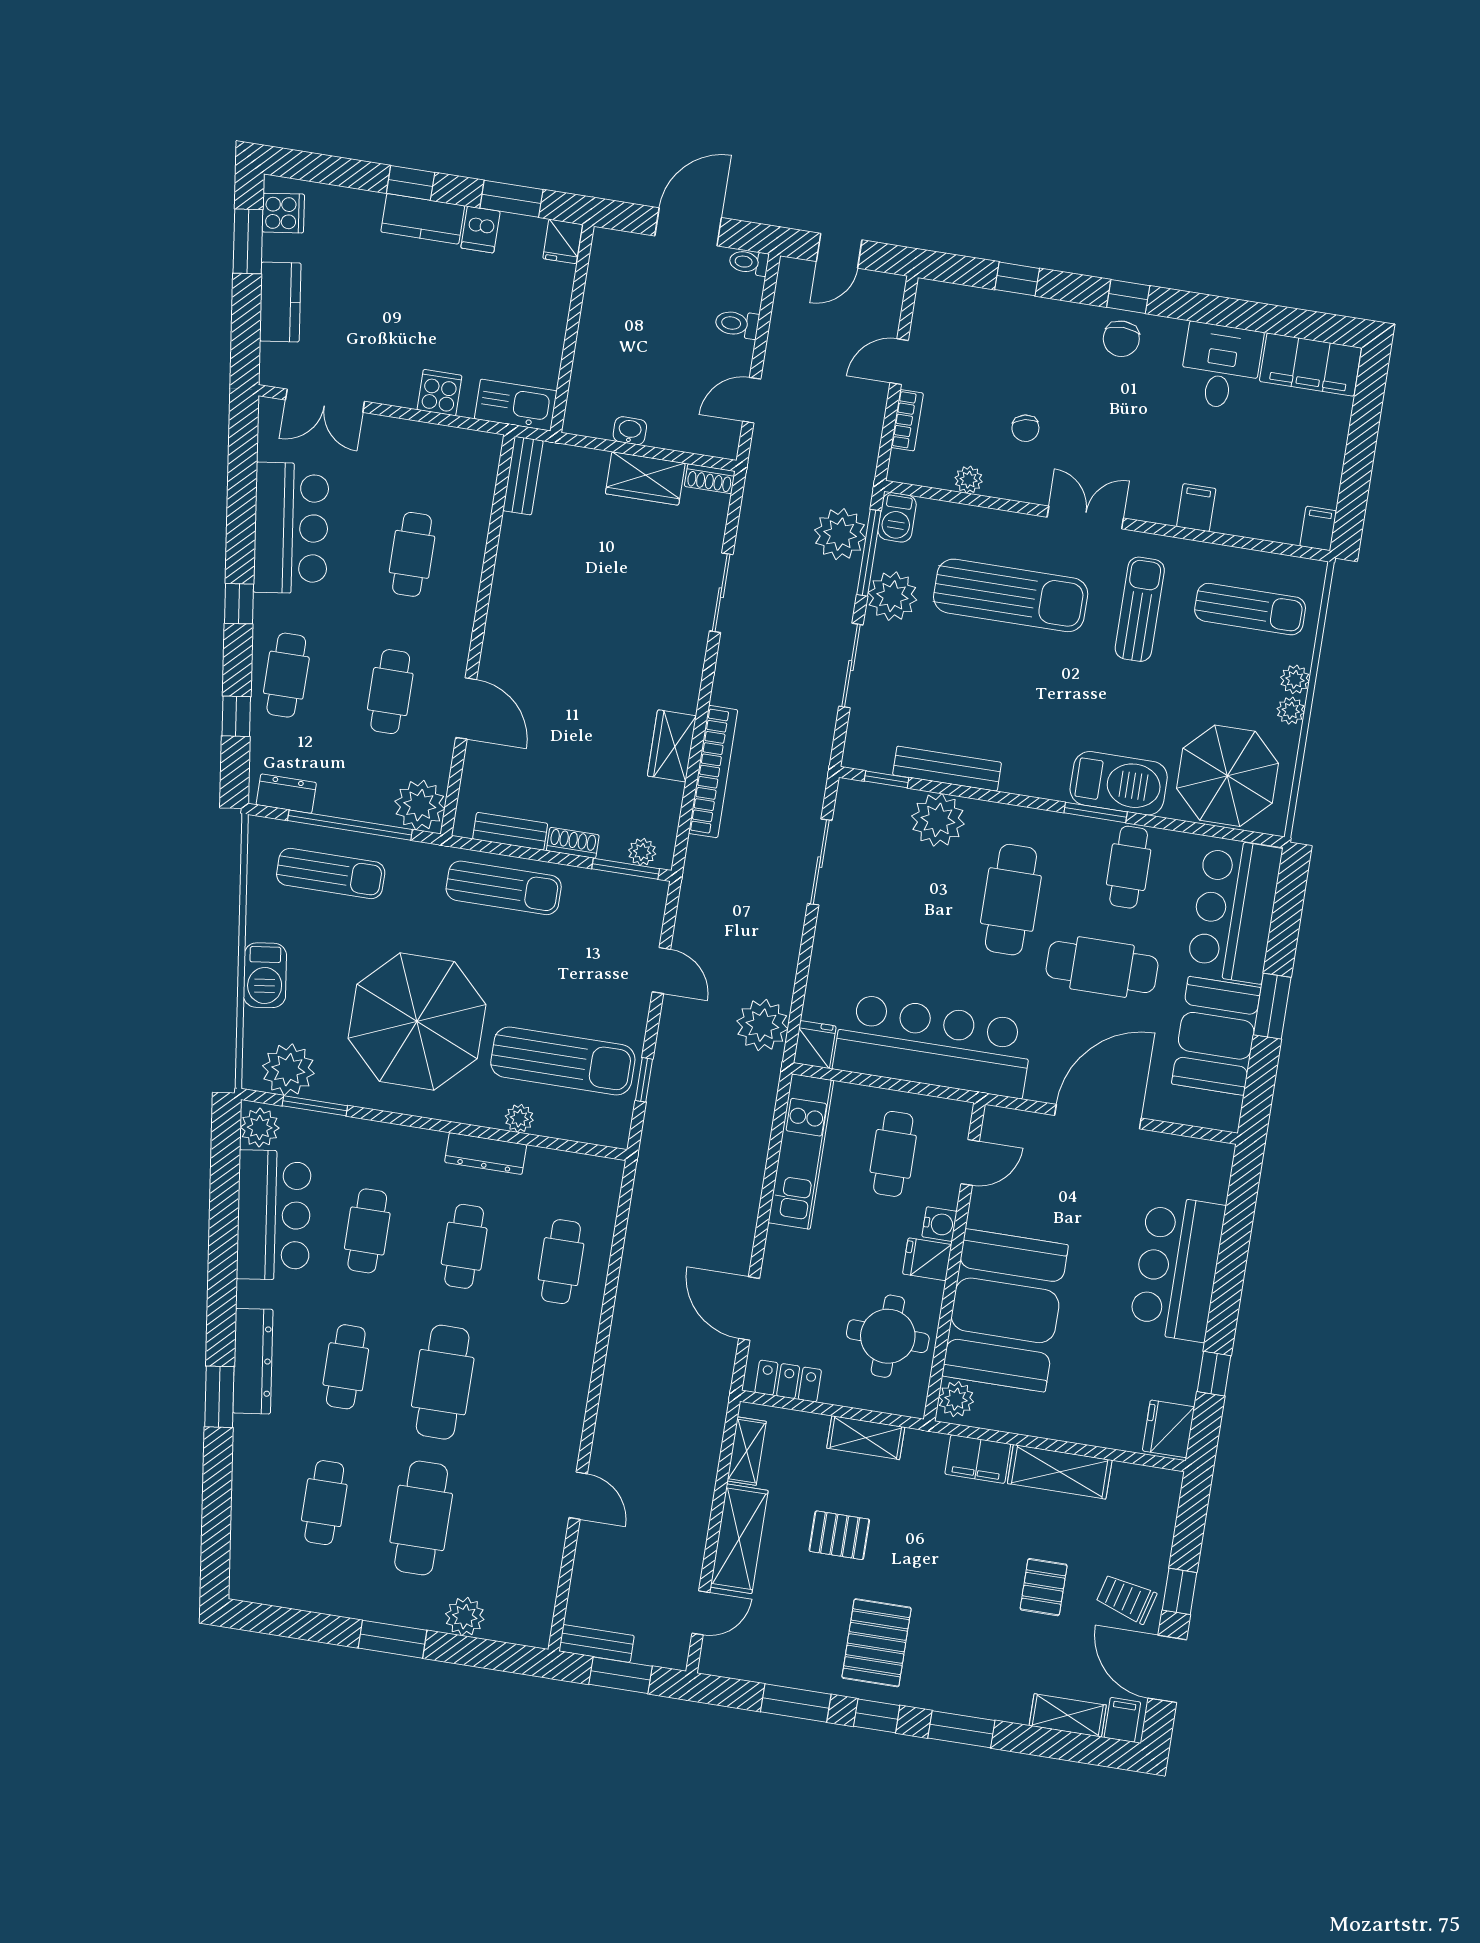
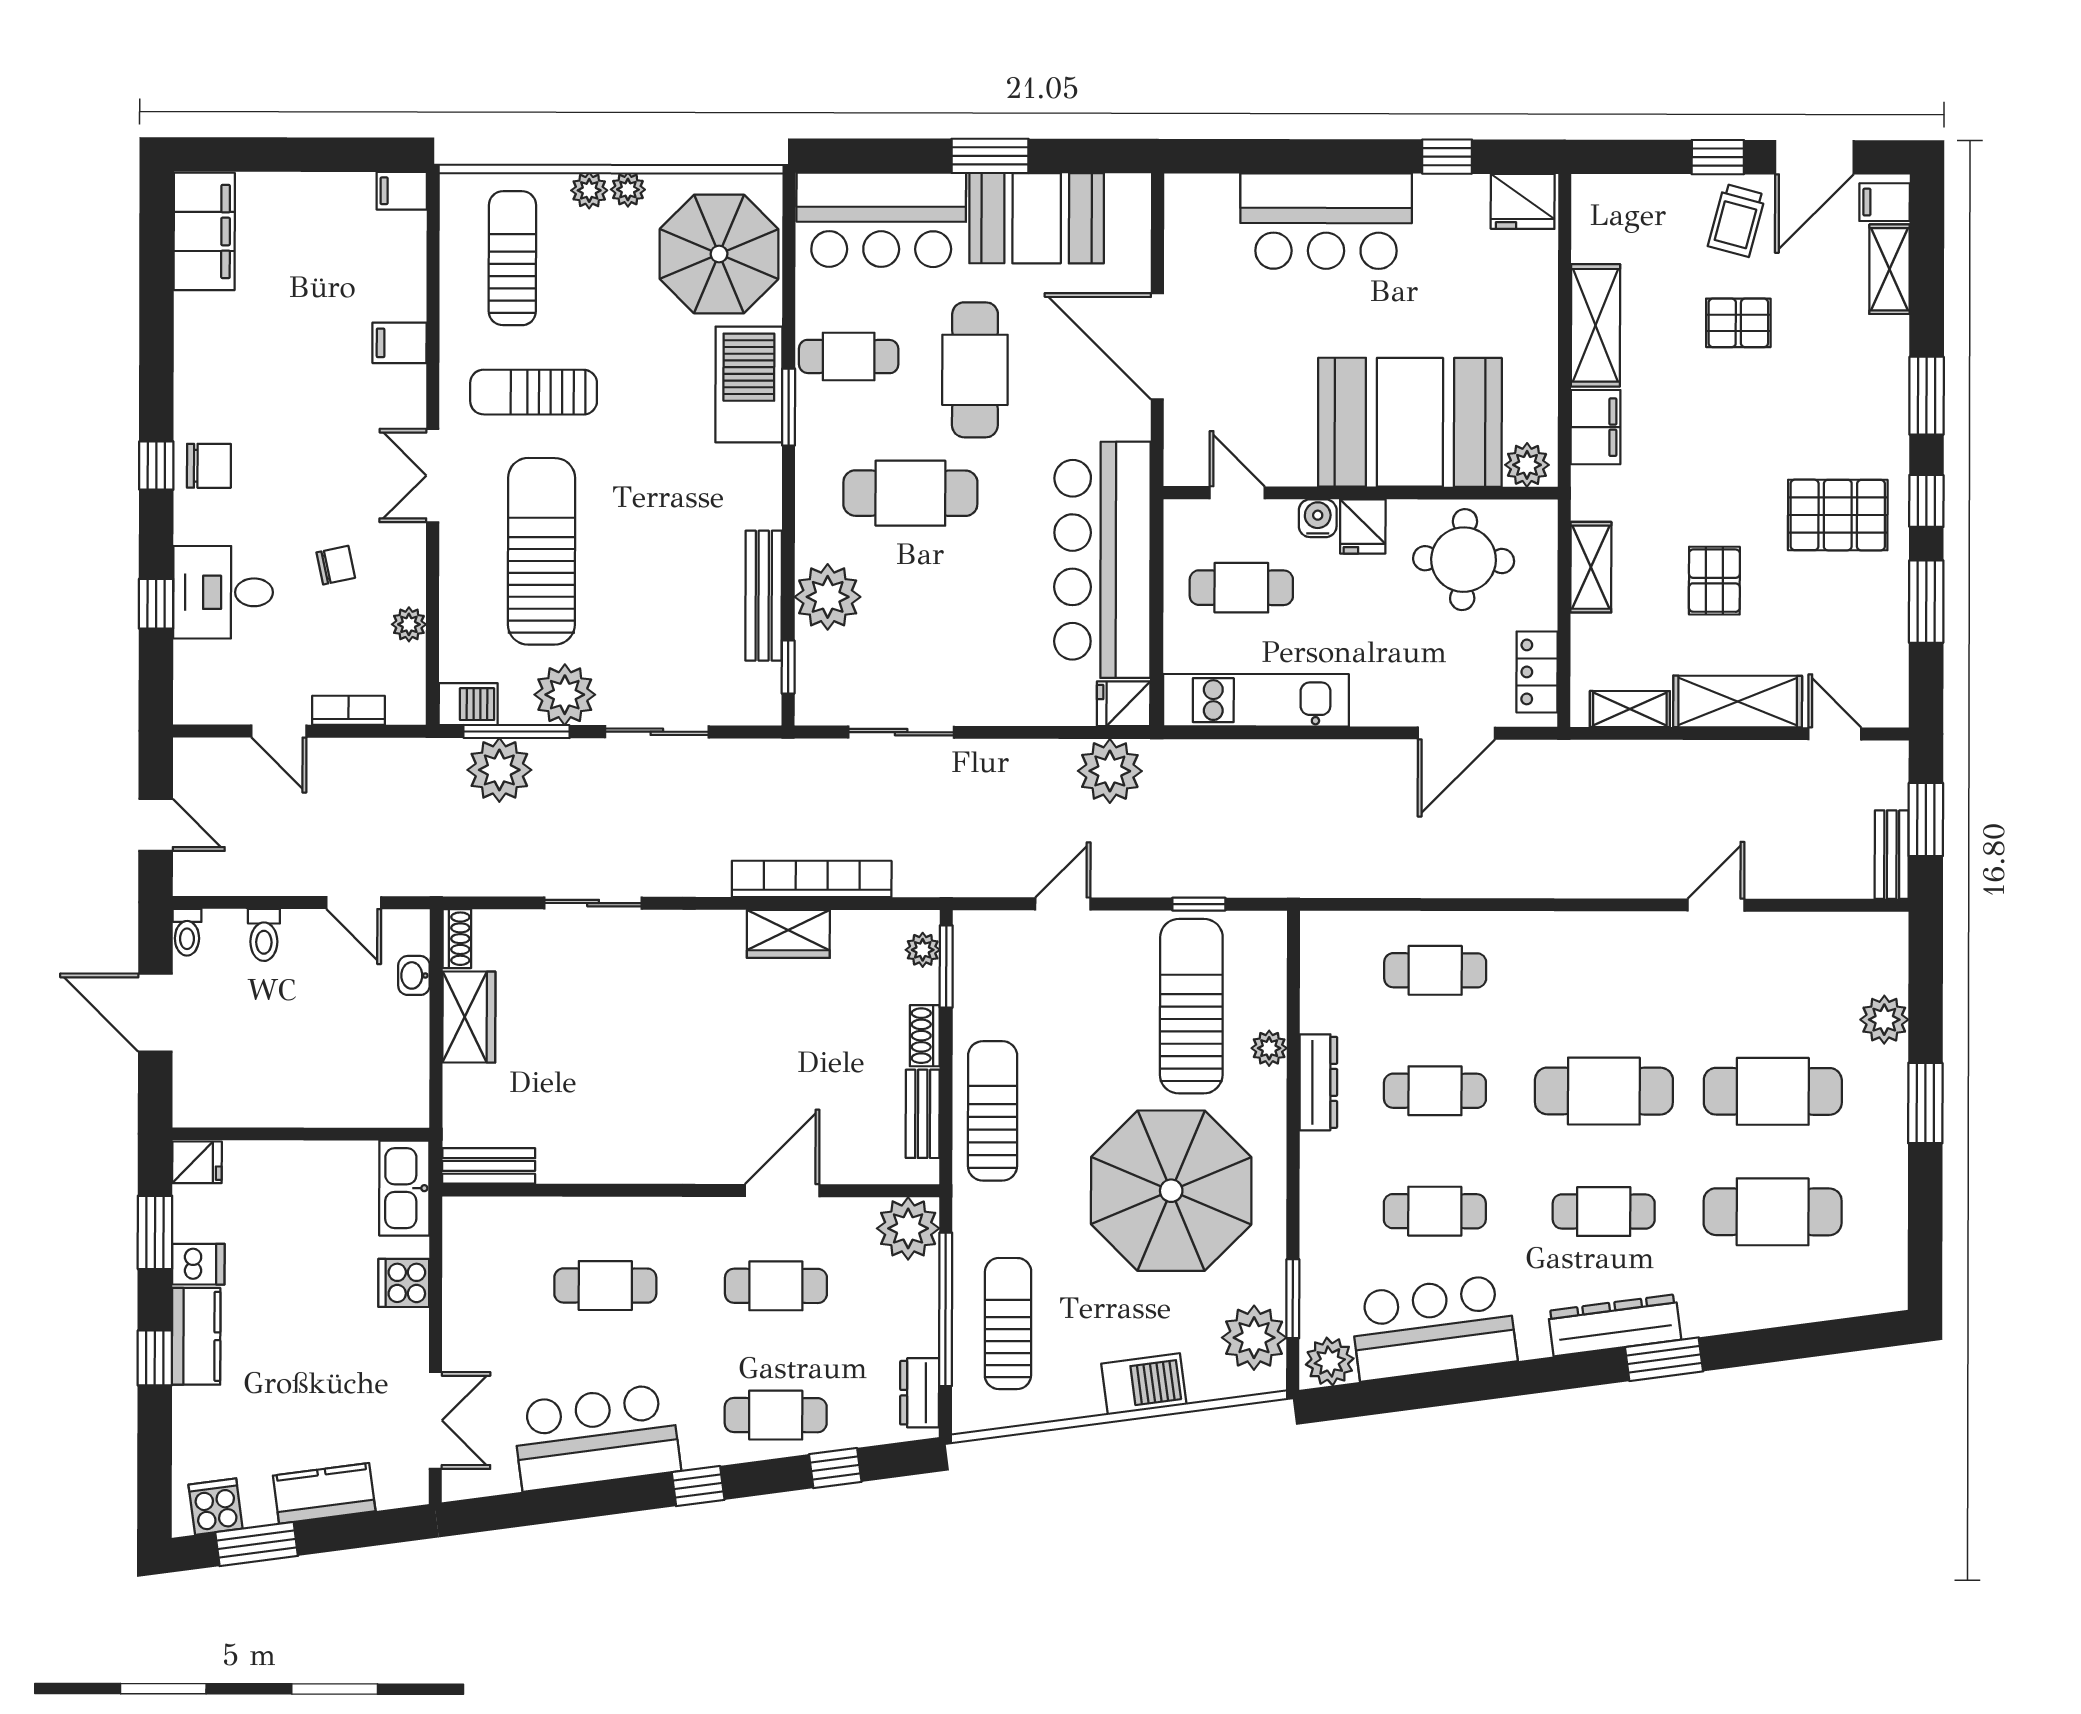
desk: (1221, 366) -> (223, 592), moved
washbasin: (630, 431) -> (414, 975), moved
cafe table: (324, 1503) -> (1773, 1212), width x1.37, depth x1.35

